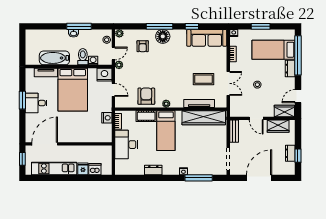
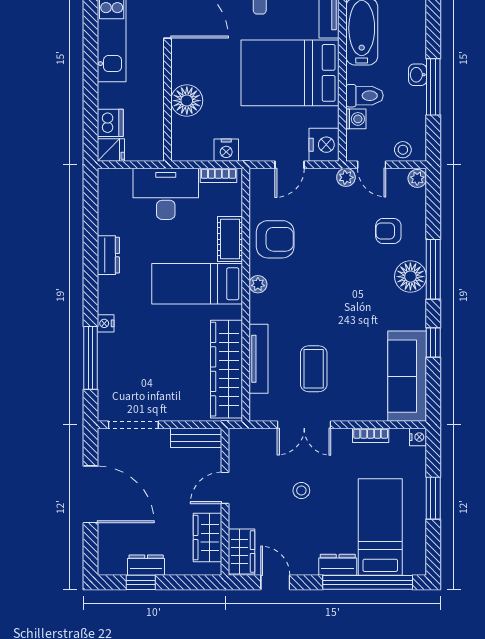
floor lamp: (85, 135) -> (187, 101), added
fridge: (83, 169) -> (111, 150), moved

